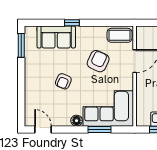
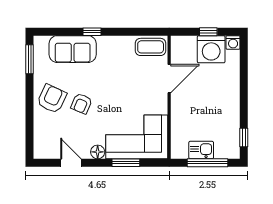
armchair: (98, 61) -> (52, 99), moved
door: (43, 129) -> (71, 163), moved

